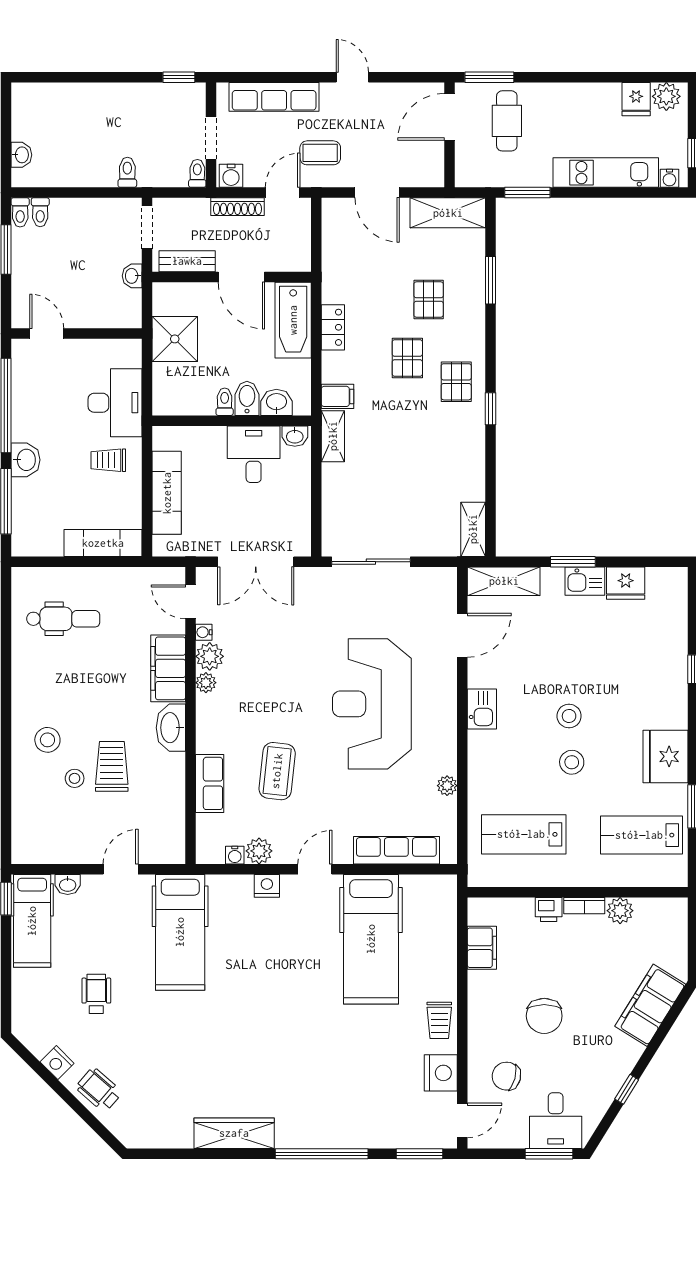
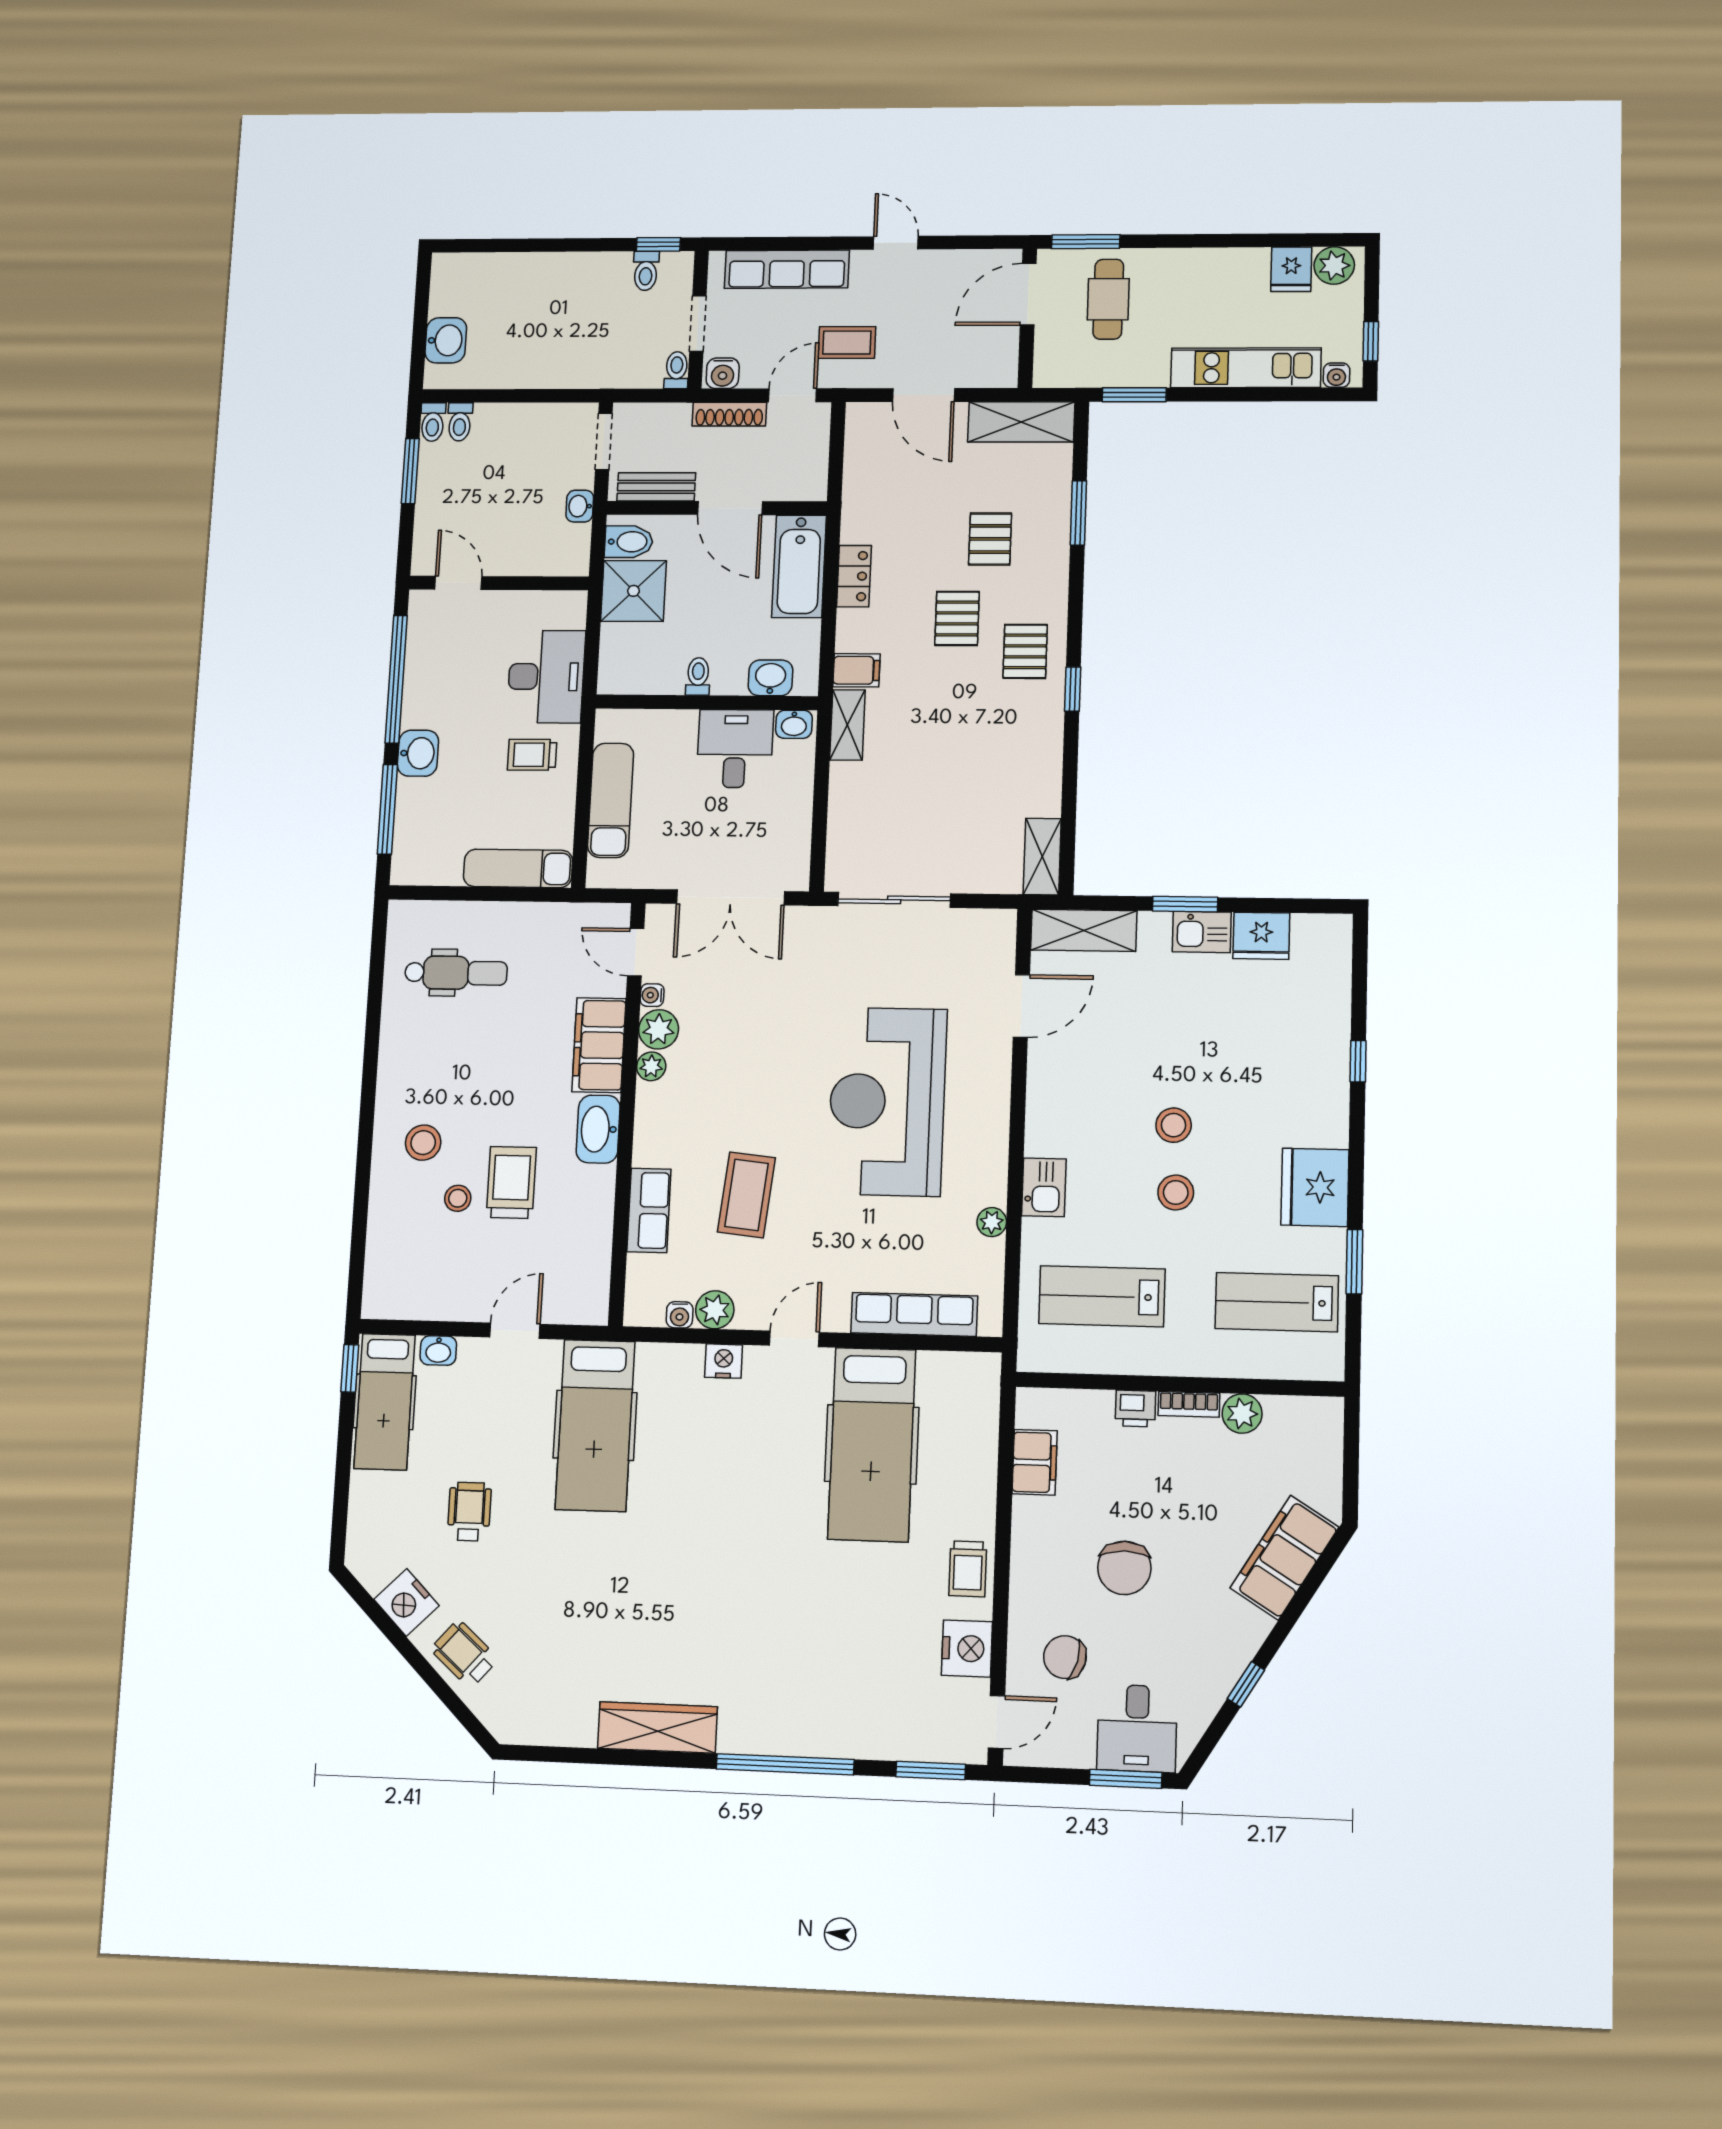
washbasin: (21, 155) -> (446, 340), width x1.38, depth x1.45
toilet: (127, 172) -> (646, 271), moved, turned 180
bidet: (247, 398) -> (629, 542), moved, turned 90
kitchen sink: (482, 709) -> (1044, 1187), moved
nightstand: (57, 1063) -> (406, 1602), width x1.36, depth x1.33

